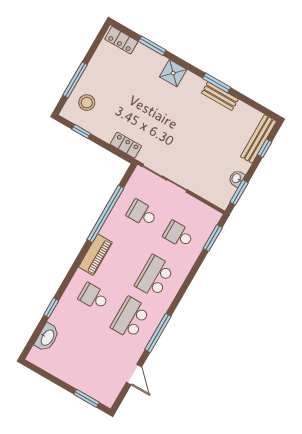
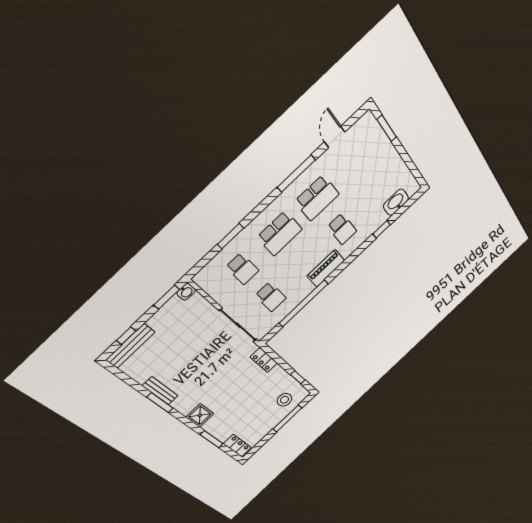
washbasin: (237, 178) -> (186, 292), moved
window: (213, 238) -> (231, 236), moved

